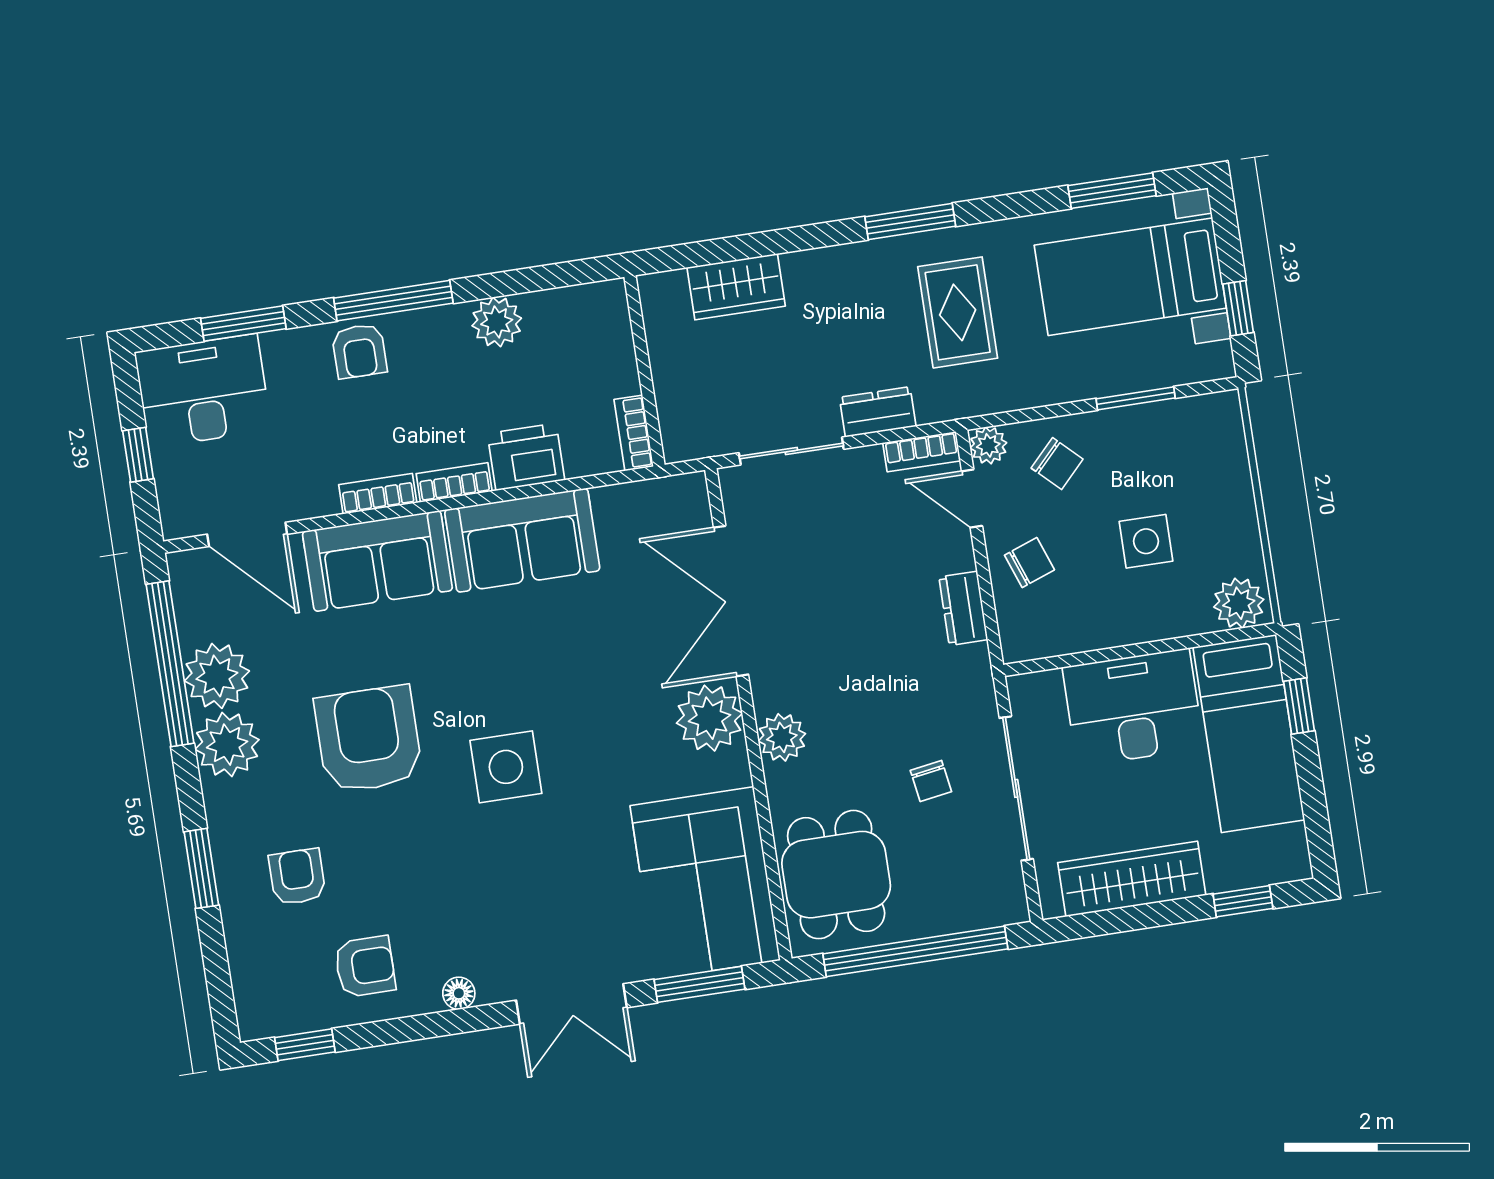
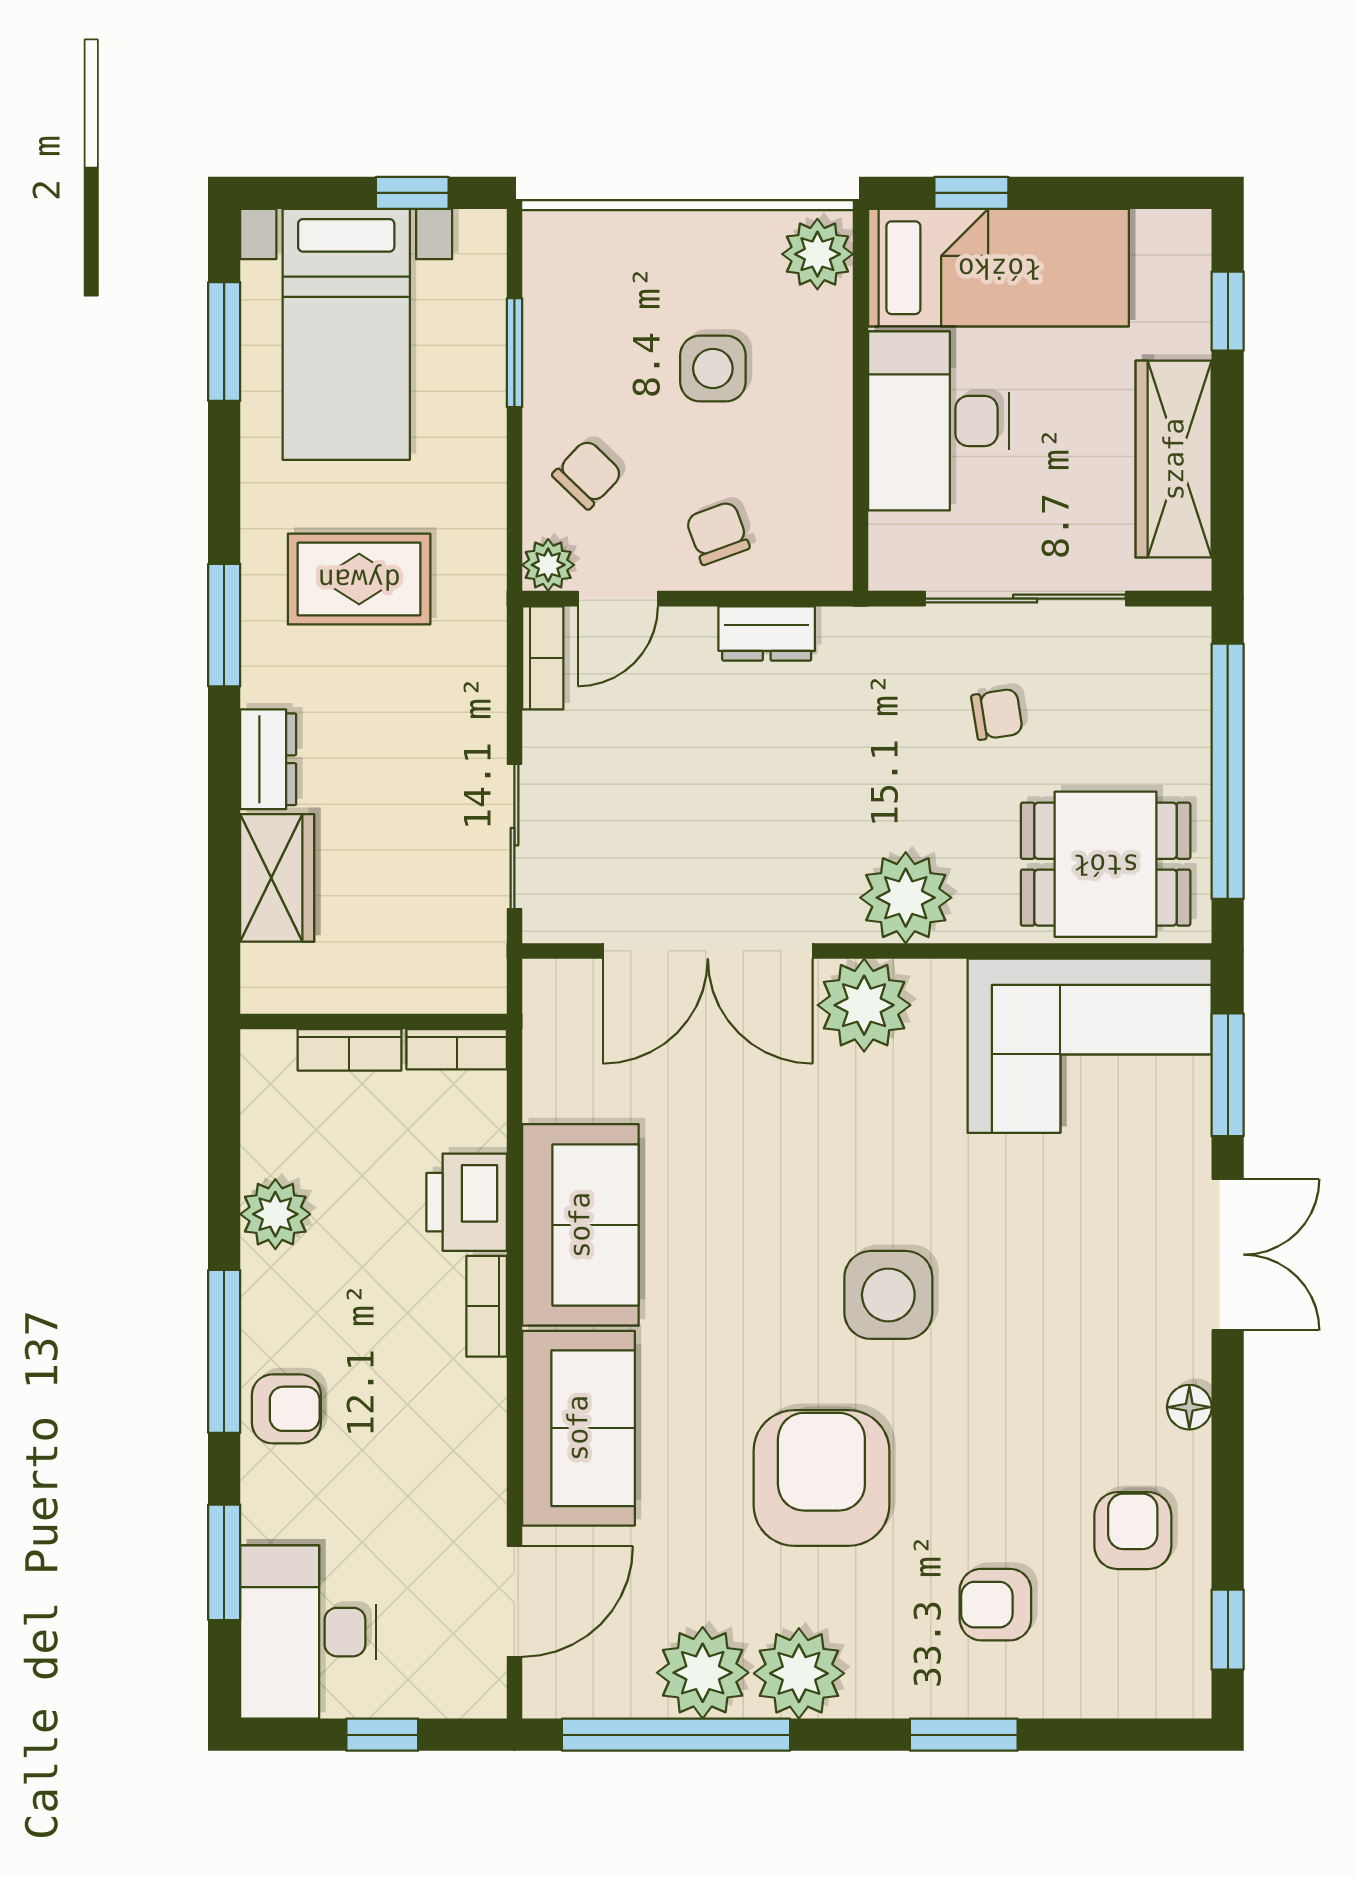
dresser: (878, 412) -> (268, 759), moved, turned 180
bookcase: (378, 494) -> (349, 1050), moved, turned -90
plant: (782, 737) -> (906, 898), width x1.36, depth x1.36
armchair: (368, 739) -> (821, 1478), turned 90

